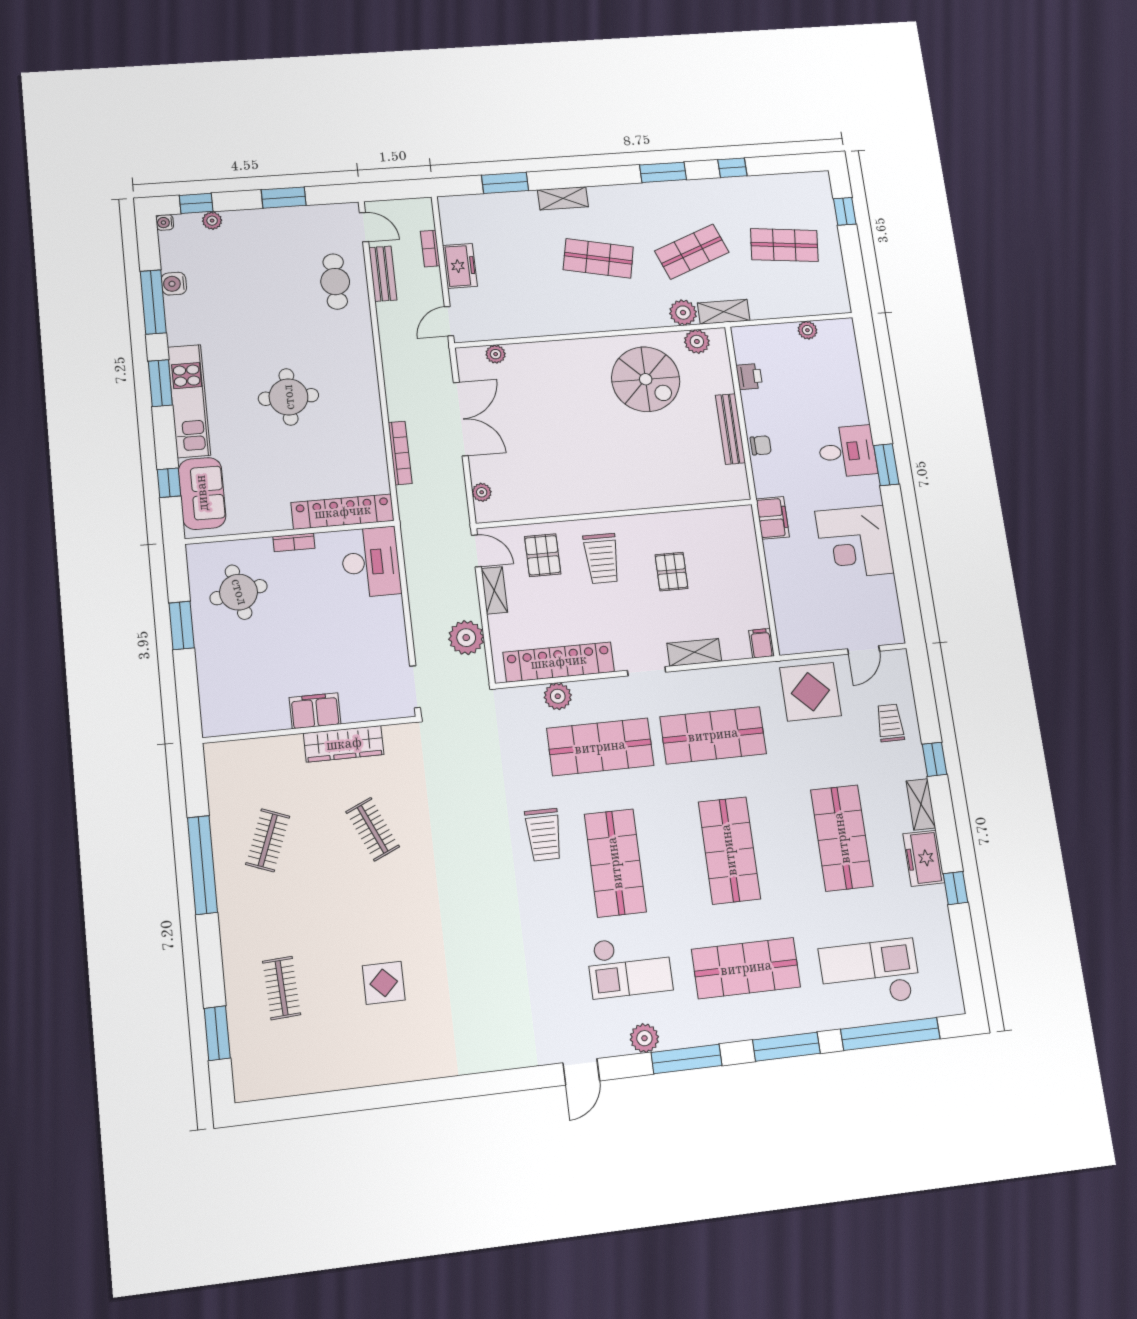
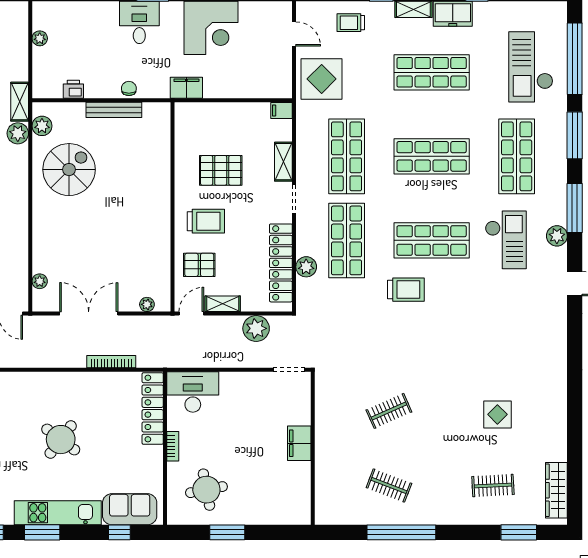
round table: (289, 397) -> (61, 440), turned 37
pallet: (671, 572) -> (221, 170), width x1.50, depth x1.42
wardrobe: (344, 744) -> (556, 490), moved, turned 180

